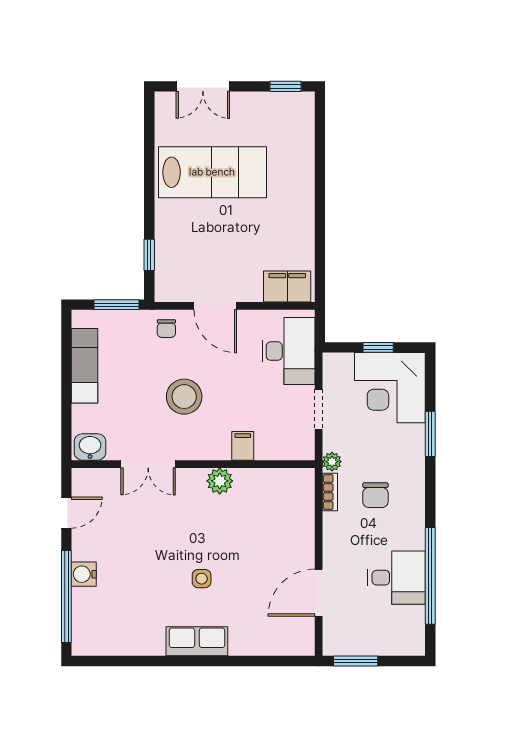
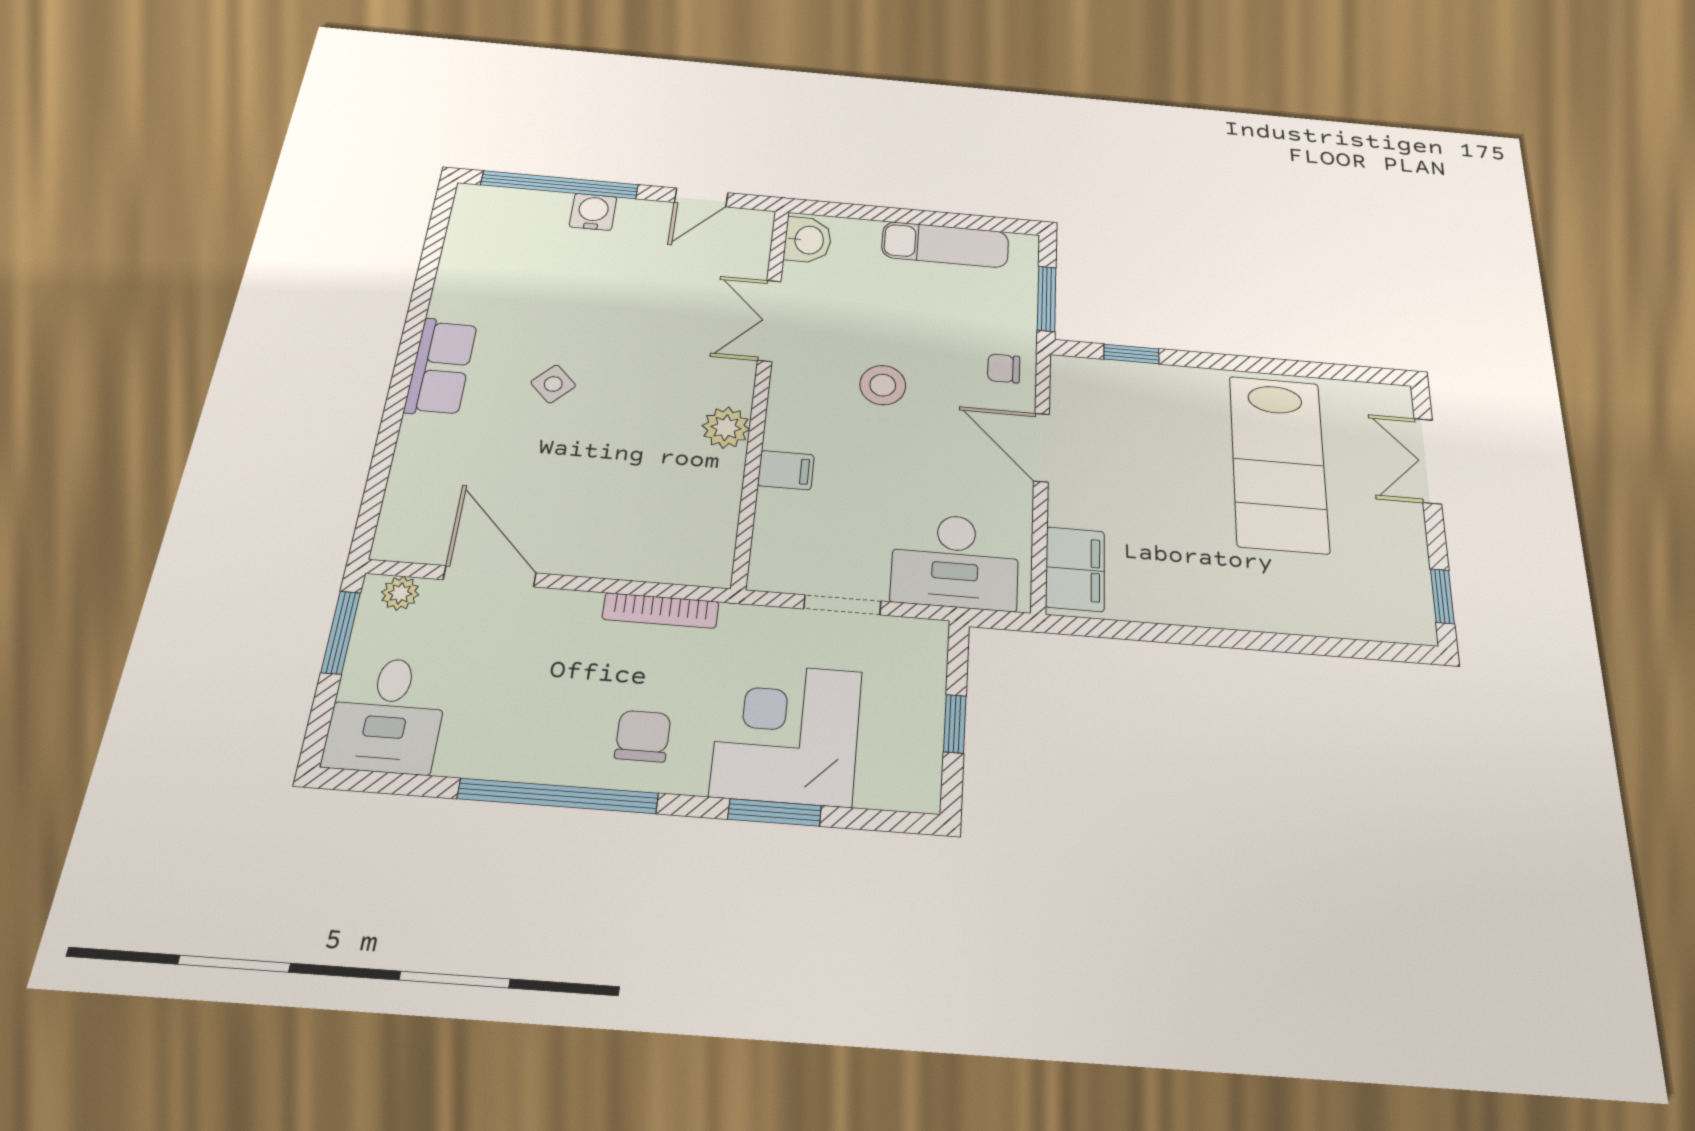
door: (215, 306) -> (1041, 447), hinge flipped
corner desk: (390, 388) -> (787, 733), moved
stool: (184, 397) -> (883, 385), width x0.73, depth x0.73
plant: (332, 462) -> (400, 593), moved
bookcase: (330, 492) -> (661, 611), width x1.56
chair: (375, 495) -> (643, 736), moved, turned 90
door: (66, 513) -> (701, 198), hinge flipped
window: (430, 576) -> (558, 796), moved
desk: (396, 578) -> (387, 715), moved
side table: (202, 579) -> (553, 384), turned 45

